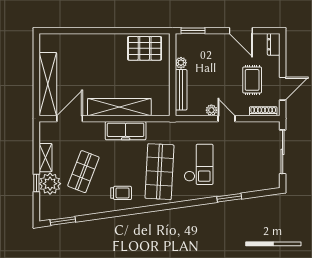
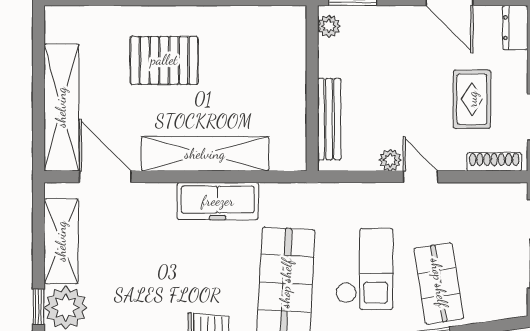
pallet: (145, 48) -> (164, 60), moved
plant: (181, 63) -> (329, 26), moved
door: (70, 119) -> (105, 177), hinge flipped
shelving: (46, 158) -> (61, 241), width x1.50, depth x1.33
shop shelf: (83, 172) -> (439, 283), moved, turned -30

